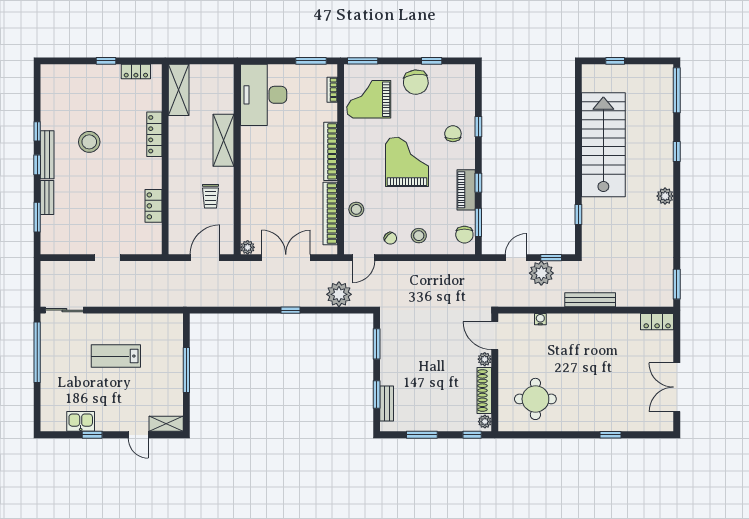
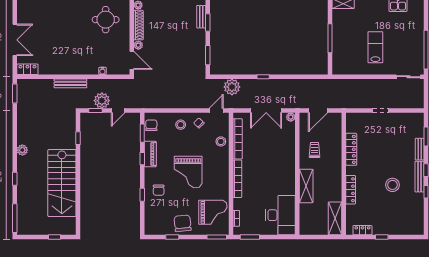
locker: (153, 206) -> (351, 149), width x1.53
lab bench: (116, 356) -> (375, 47), turned -90
double door: (677, 387) -> (15, 40), moved

